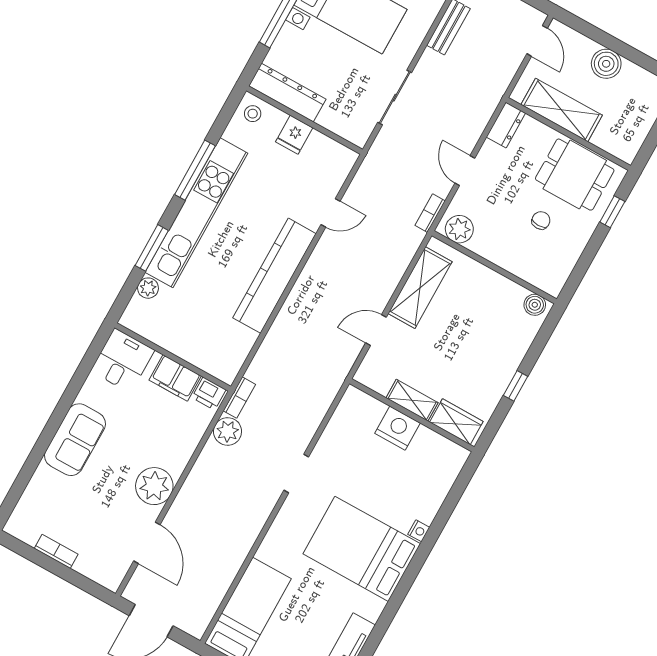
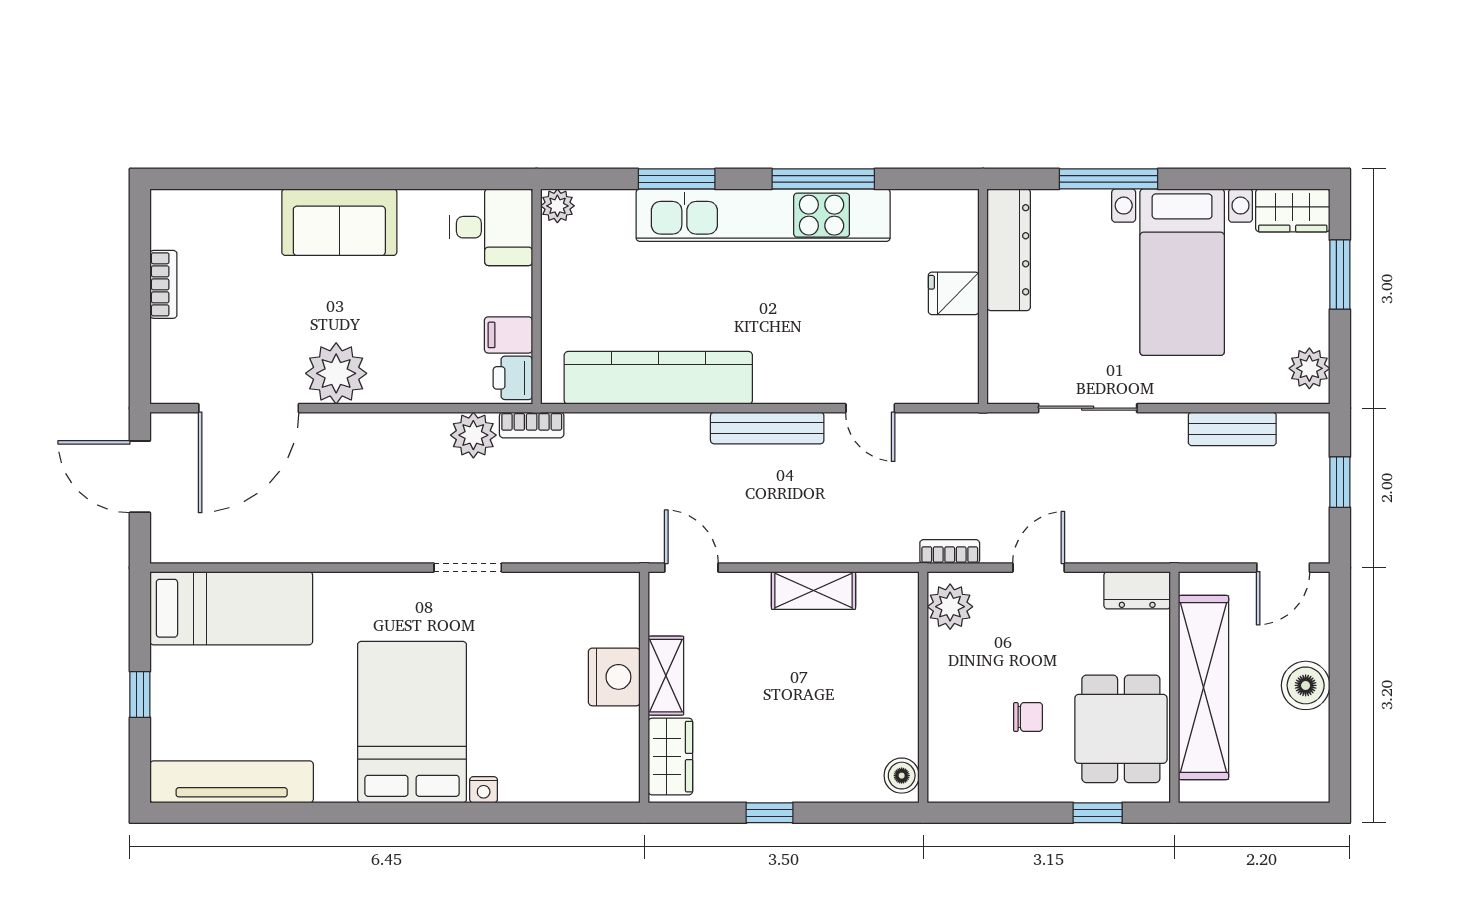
shelving: (562, 110) -> (1203, 688), width x1.47
stool: (253, 114) -> (951, 217), removed
bench: (311, 273) -> (767, 428), added
kitchen counter: (274, 276) -> (658, 378), moved
plant: (148, 288) -> (557, 206), moved
shelving: (420, 288) -> (813, 590), width x0.67, depth x0.75
door: (376, 330) -> (691, 568), moved
filing cabinet: (175, 378) -> (508, 335), width x0.50
door: (147, 543) -> (249, 408), width x1.36

